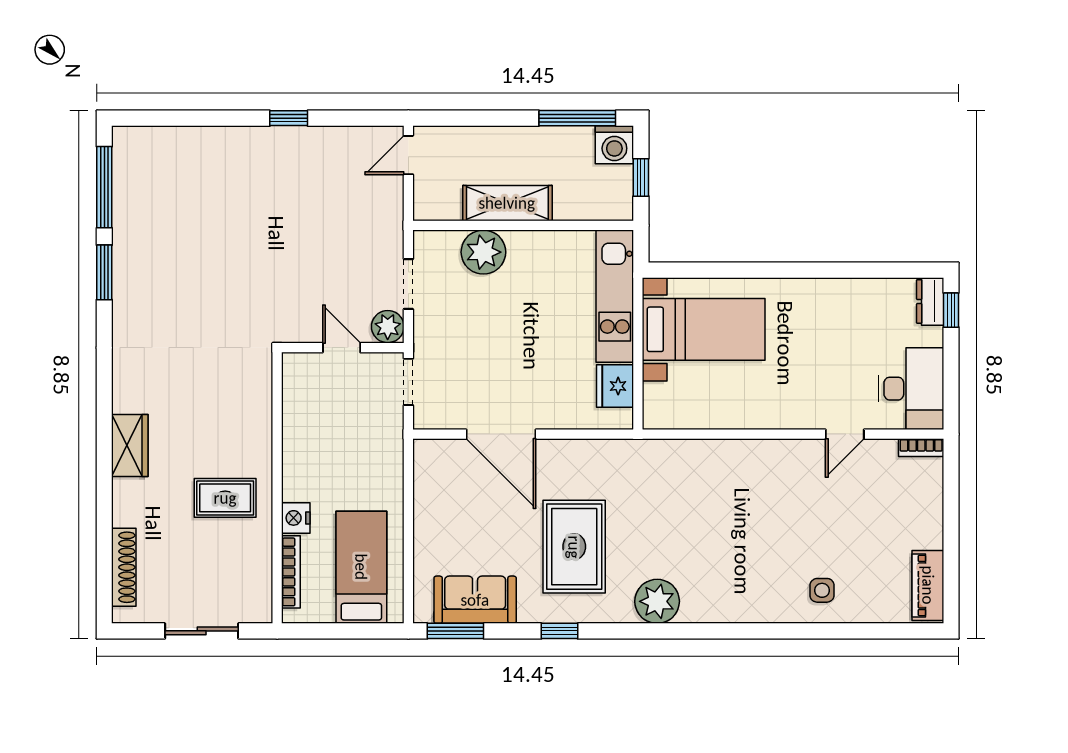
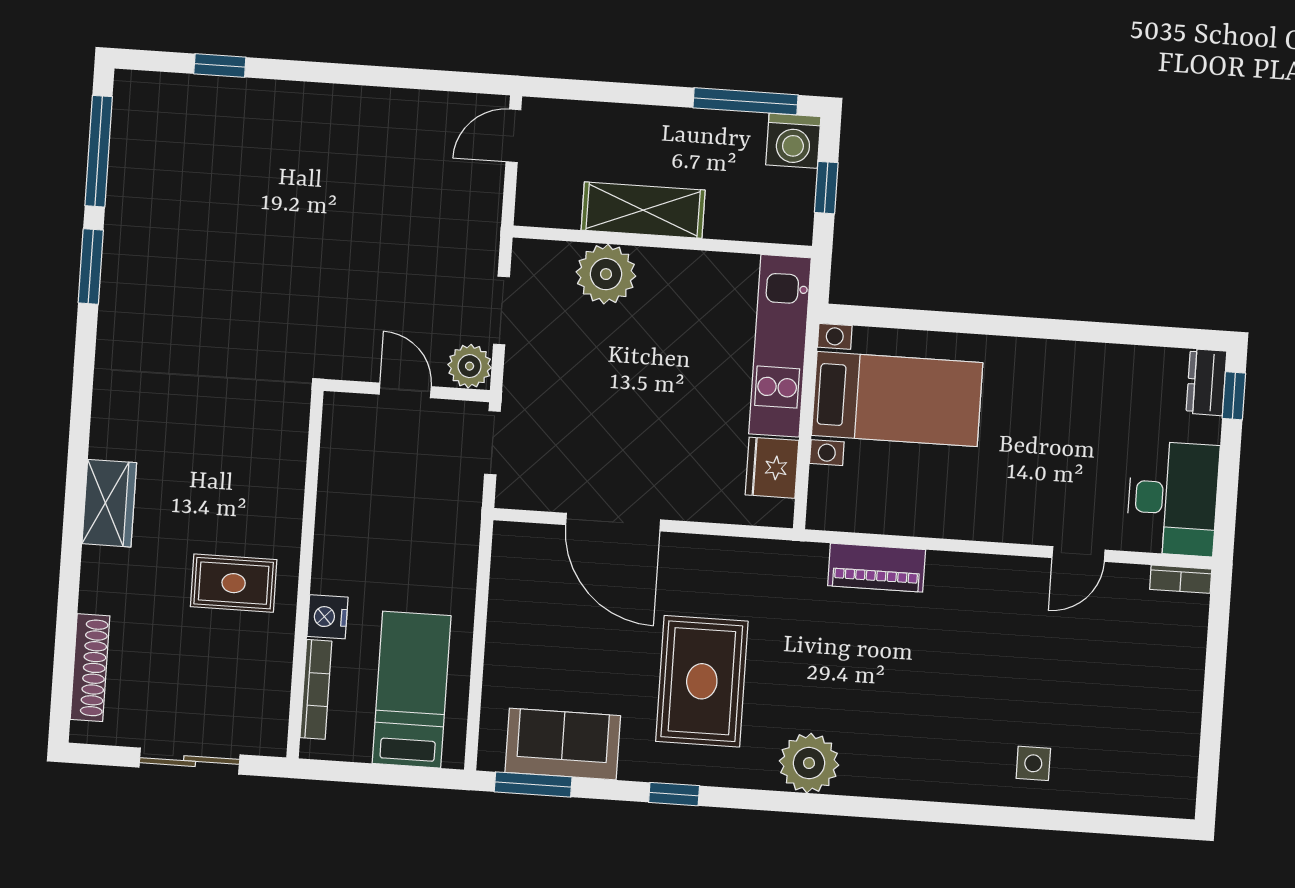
window: (289, 118) -> (220, 65), moved
piano: (928, 585) -> (877, 568), moved, turned -90

